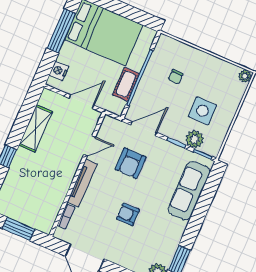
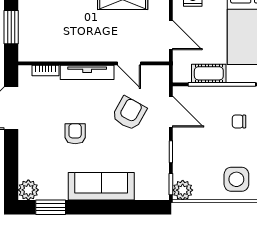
side table: (202, 111) -> (236, 179), moved
plant: (195, 139) -> (183, 190), moved
armchair: (130, 163) -> (129, 113), turned 119
sofa: (189, 191) -> (101, 186), moved

